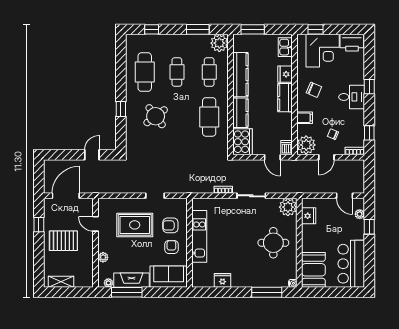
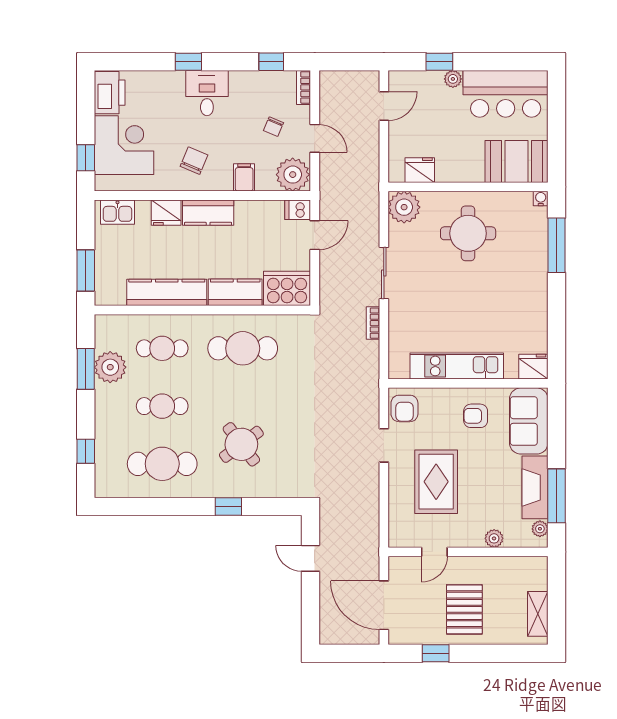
plant: (219, 43) -> (110, 367), moved
plant: (360, 214) -> (453, 79), moved
armchair: (170, 225) -> (404, 408), moved
fridge: (222, 280) -> (533, 367), moved, turned 90

